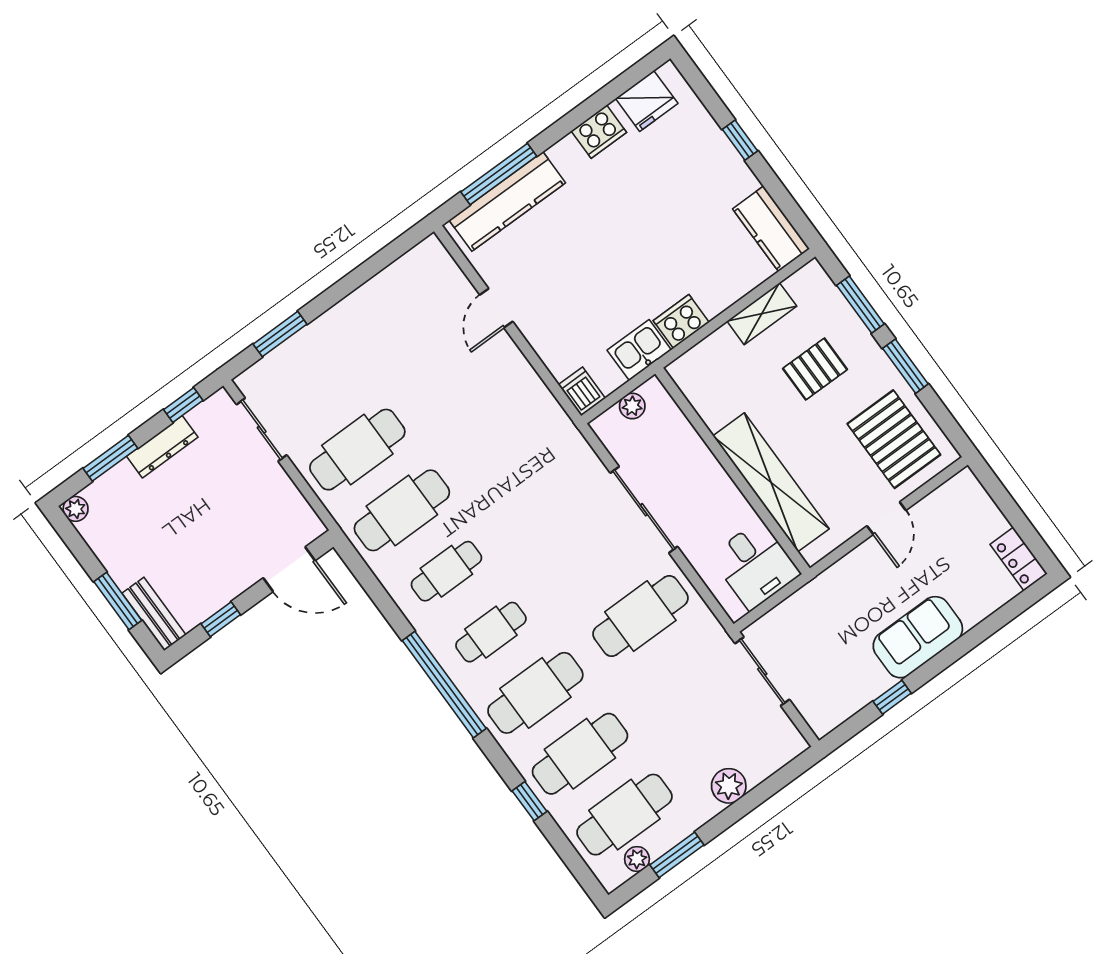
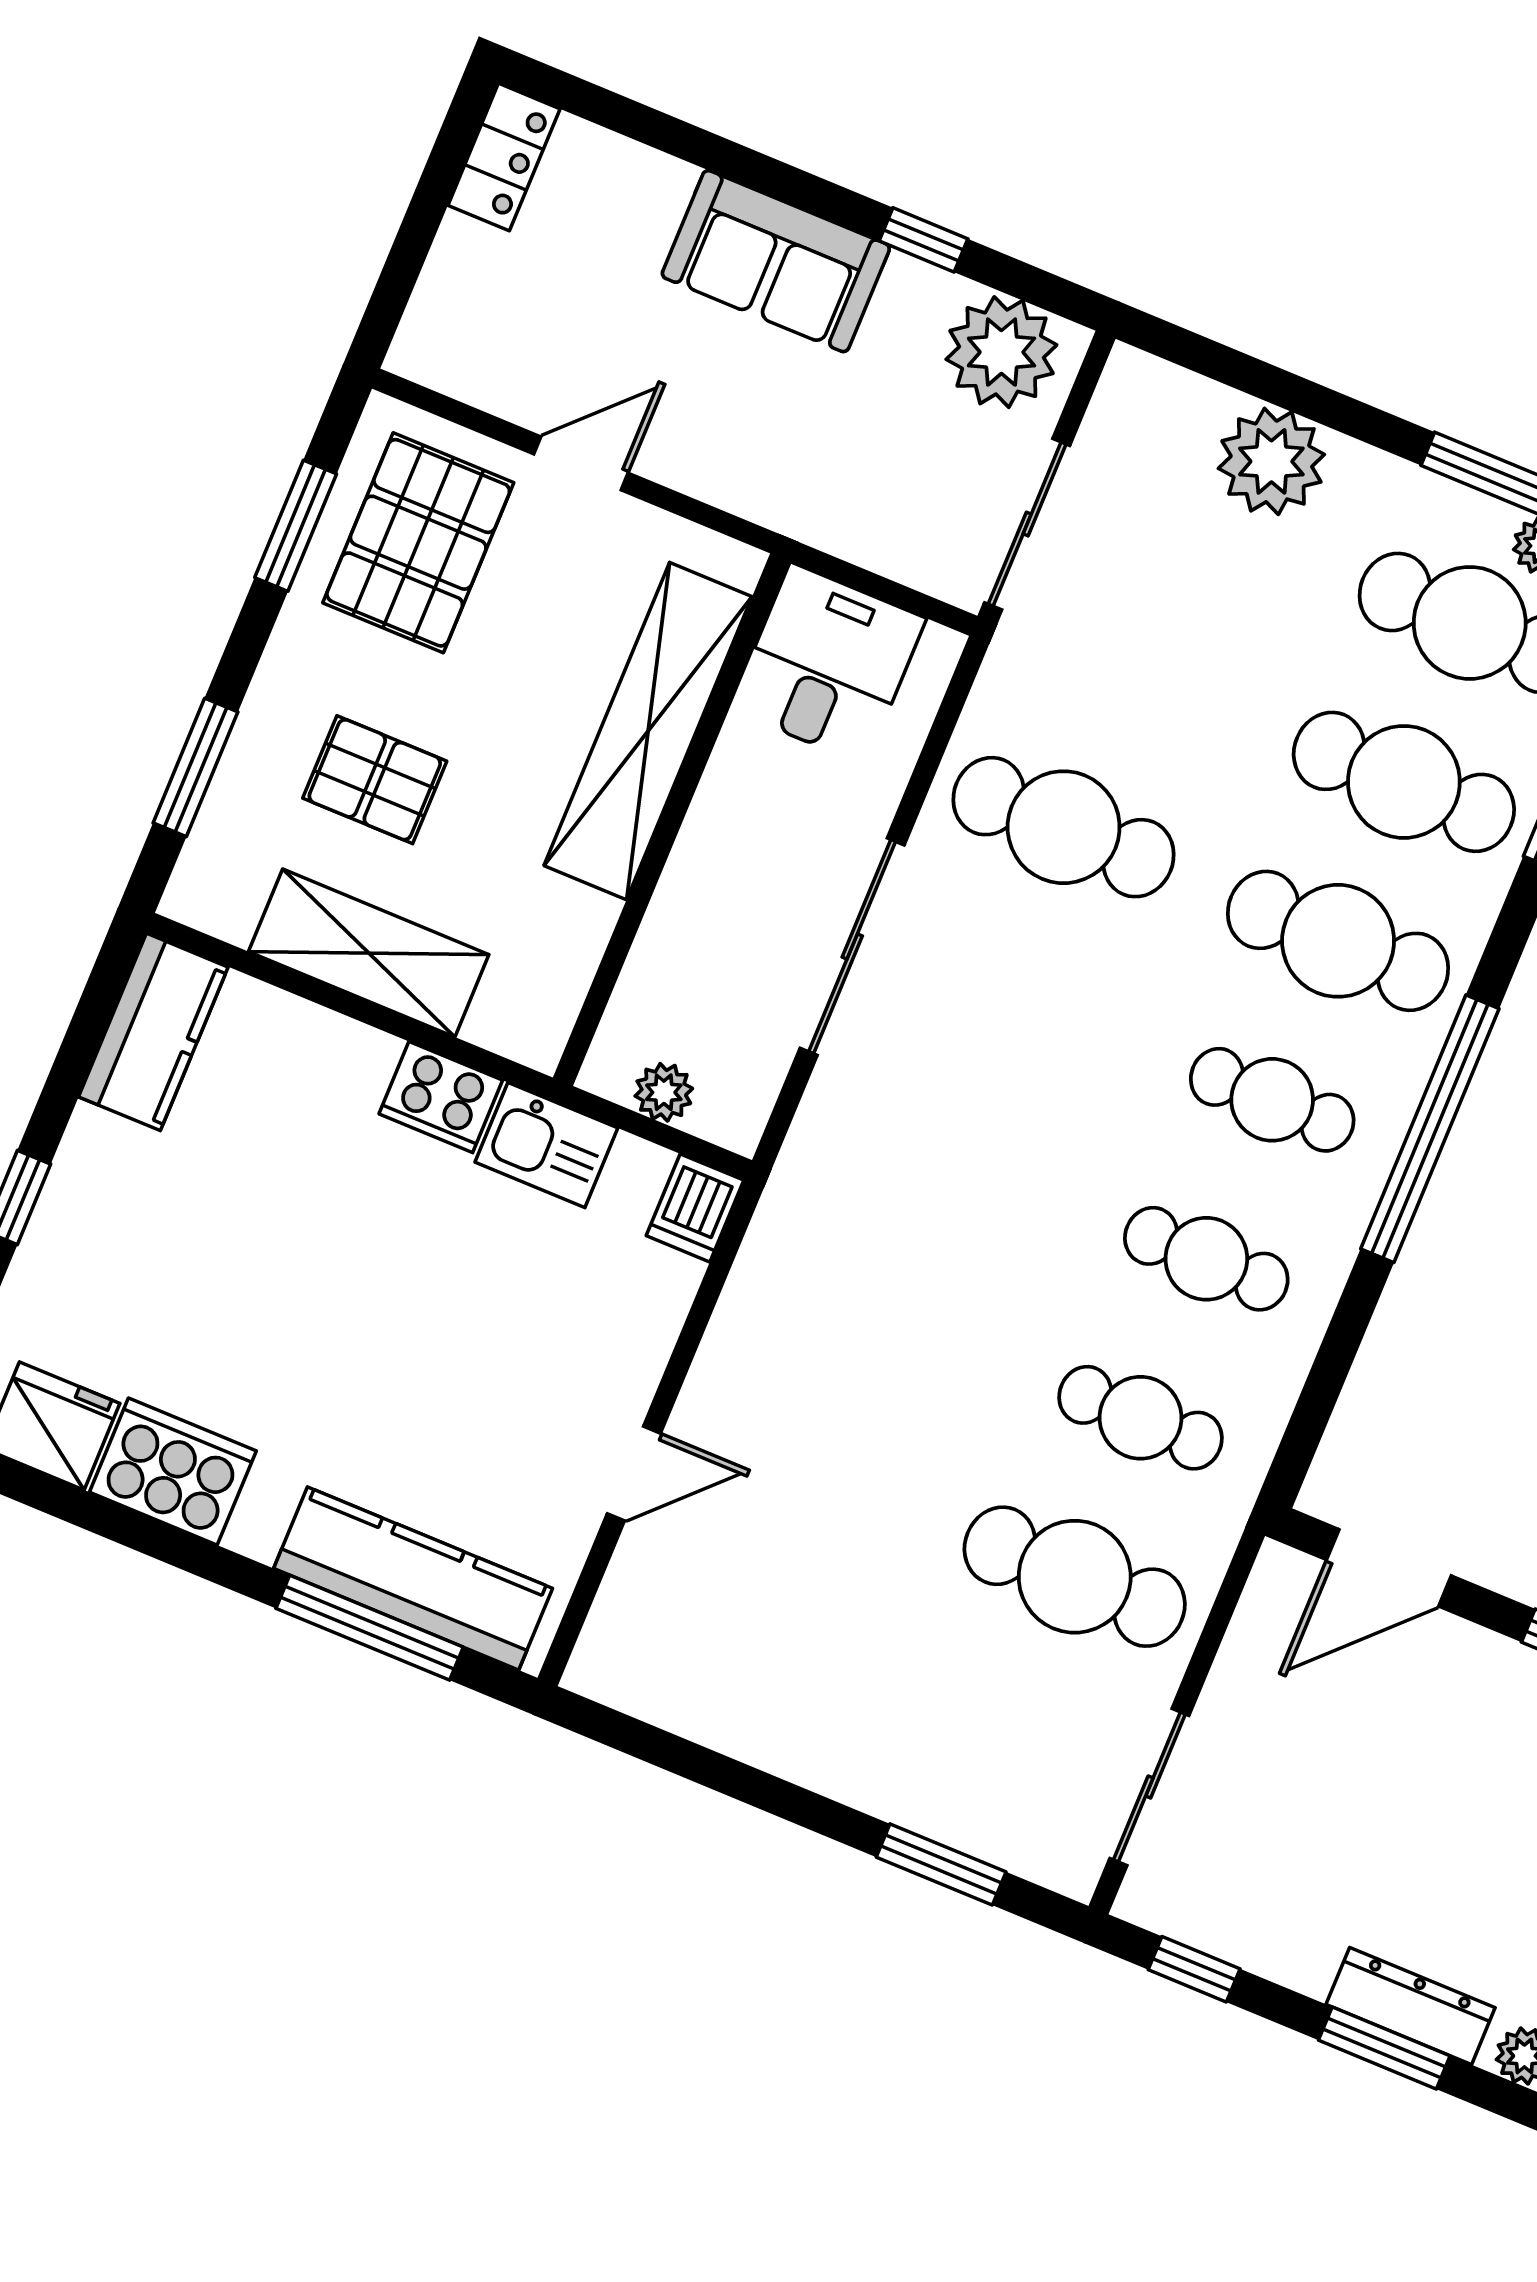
cooker: (599, 132) -> (173, 1472), width x1.37, depth x1.31
shelving: (762, 314) -> (369, 953), width x1.50, depth x1.33
window: (905, 366) -> (296, 526), moved
dresser: (162, 447) -> (1411, 2006), moved
cafe table: (402, 510) -> (1140, 1418), width x0.73, depth x0.74
door: (289, 569) -> (1389, 1568), swing flipped
plant: (832, 701) -> (1001, 352), added
plant: (729, 786) -> (1271, 461), width x1.36, depth x1.36

